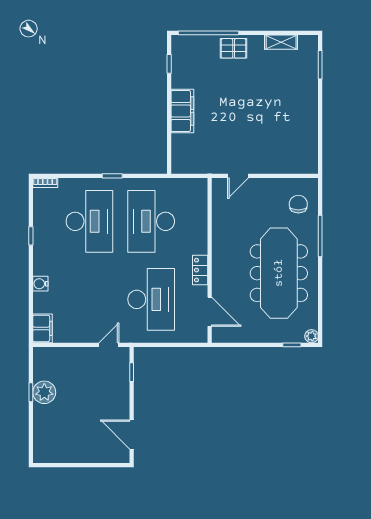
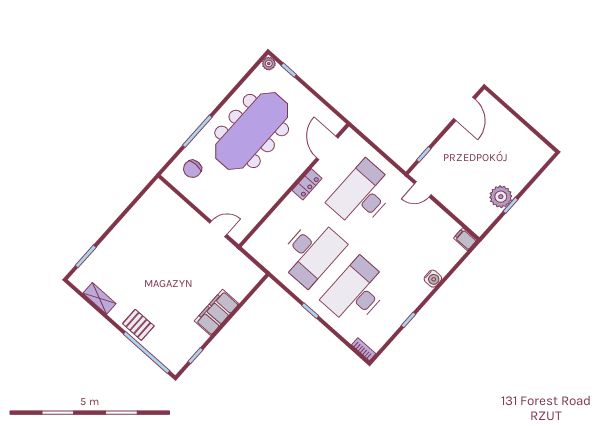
filing cabinet: (43, 328) -> (465, 239), width x0.50

